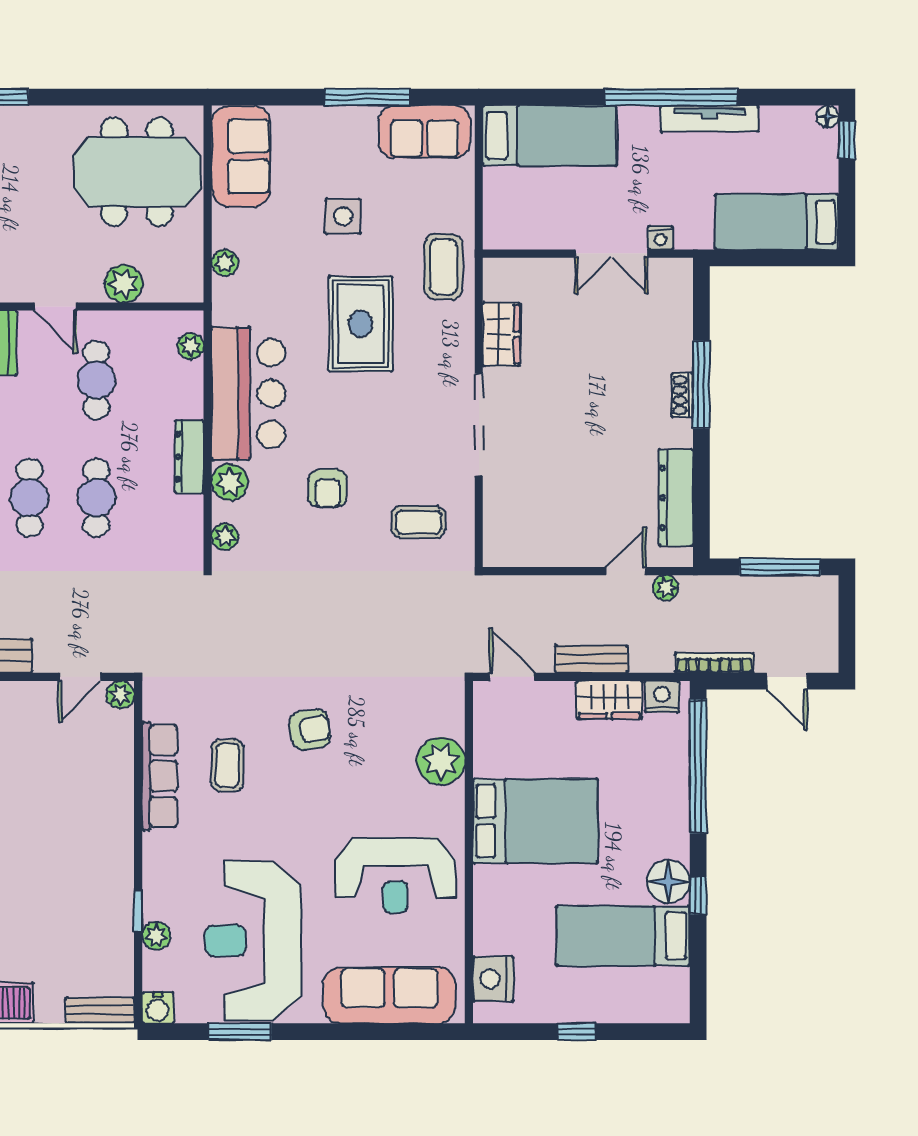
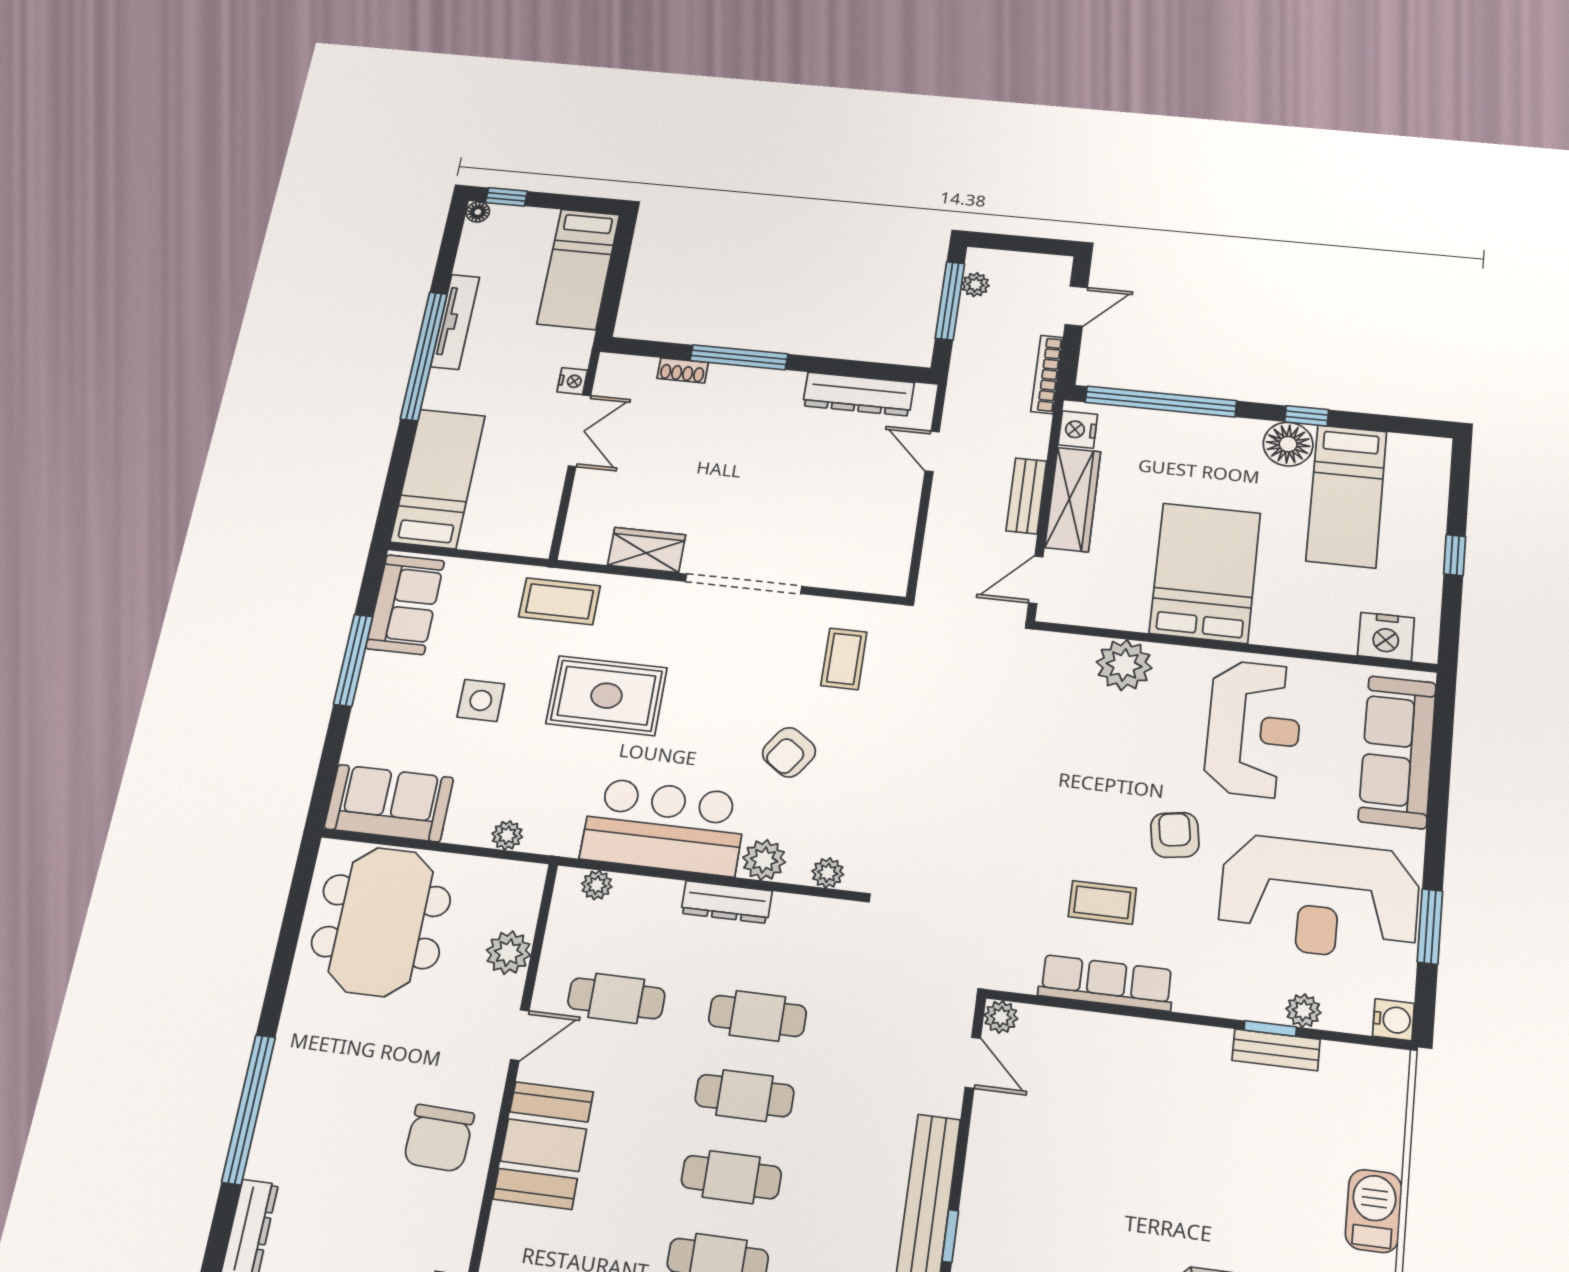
shoe rack: (682, 395) -> (683, 370), moved
armchair: (328, 488) -> (789, 752), turned 125
plant: (666, 588) -> (975, 285), moved
wardrobe: (609, 700) -> (1073, 499), width x1.50
armchair: (310, 729) -> (1175, 835), moved
bench: (100, 1010) -> (1276, 1050), moved, turned 90

